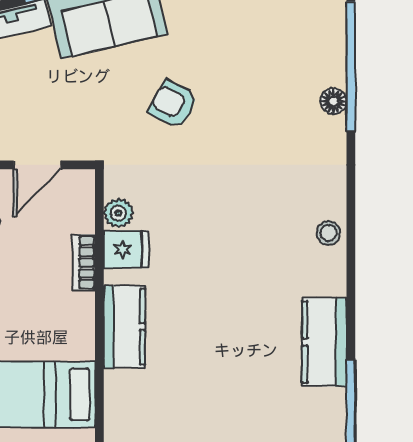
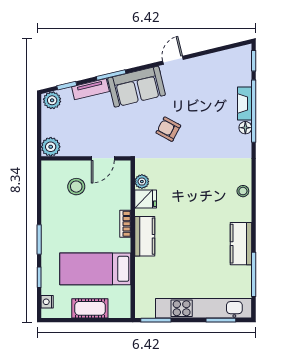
fireplace: (332, 51) -> (245, 103), added
bookcase: (84, 262) -> (125, 224), moved

